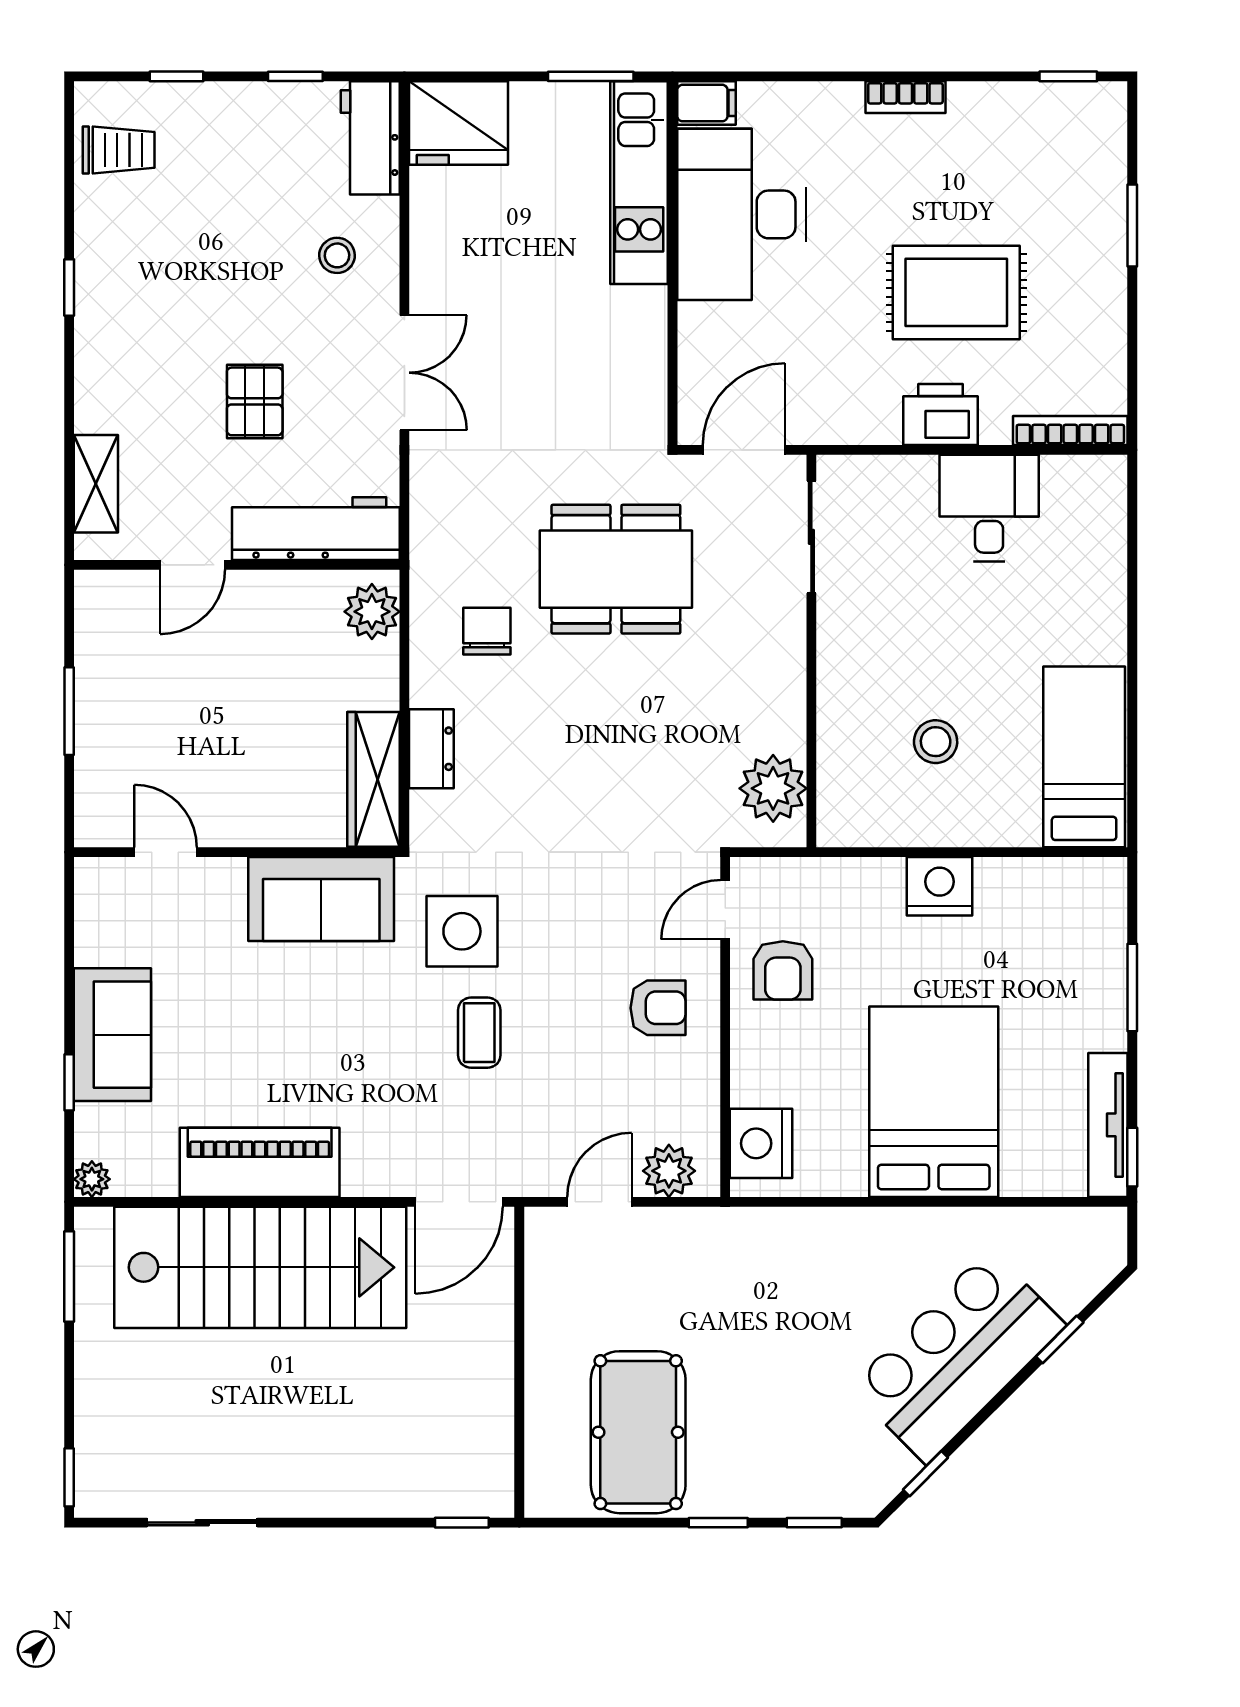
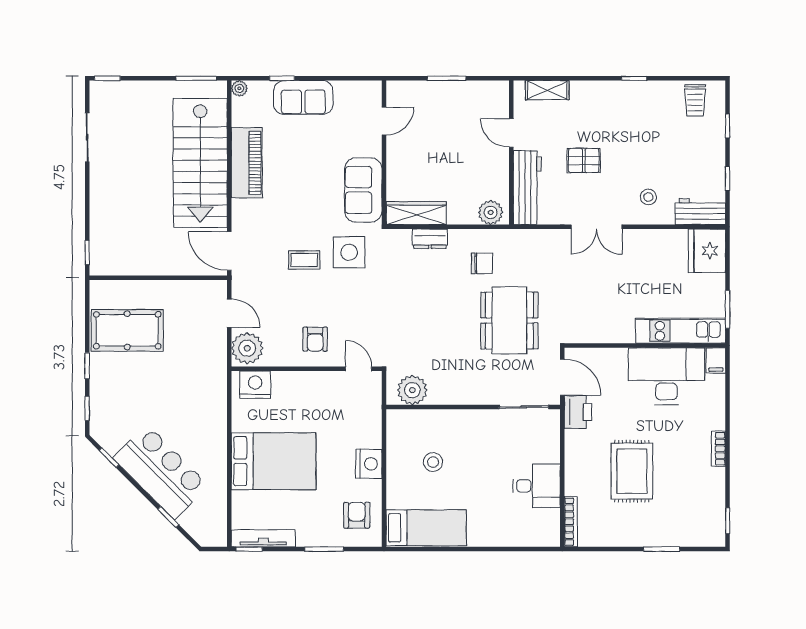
printer: (941, 415) -> (578, 412), moved
armchair: (783, 970) -> (357, 515), moved, turned 90
plant: (669, 1171) -> (247, 348), width x1.36, depth x1.36

